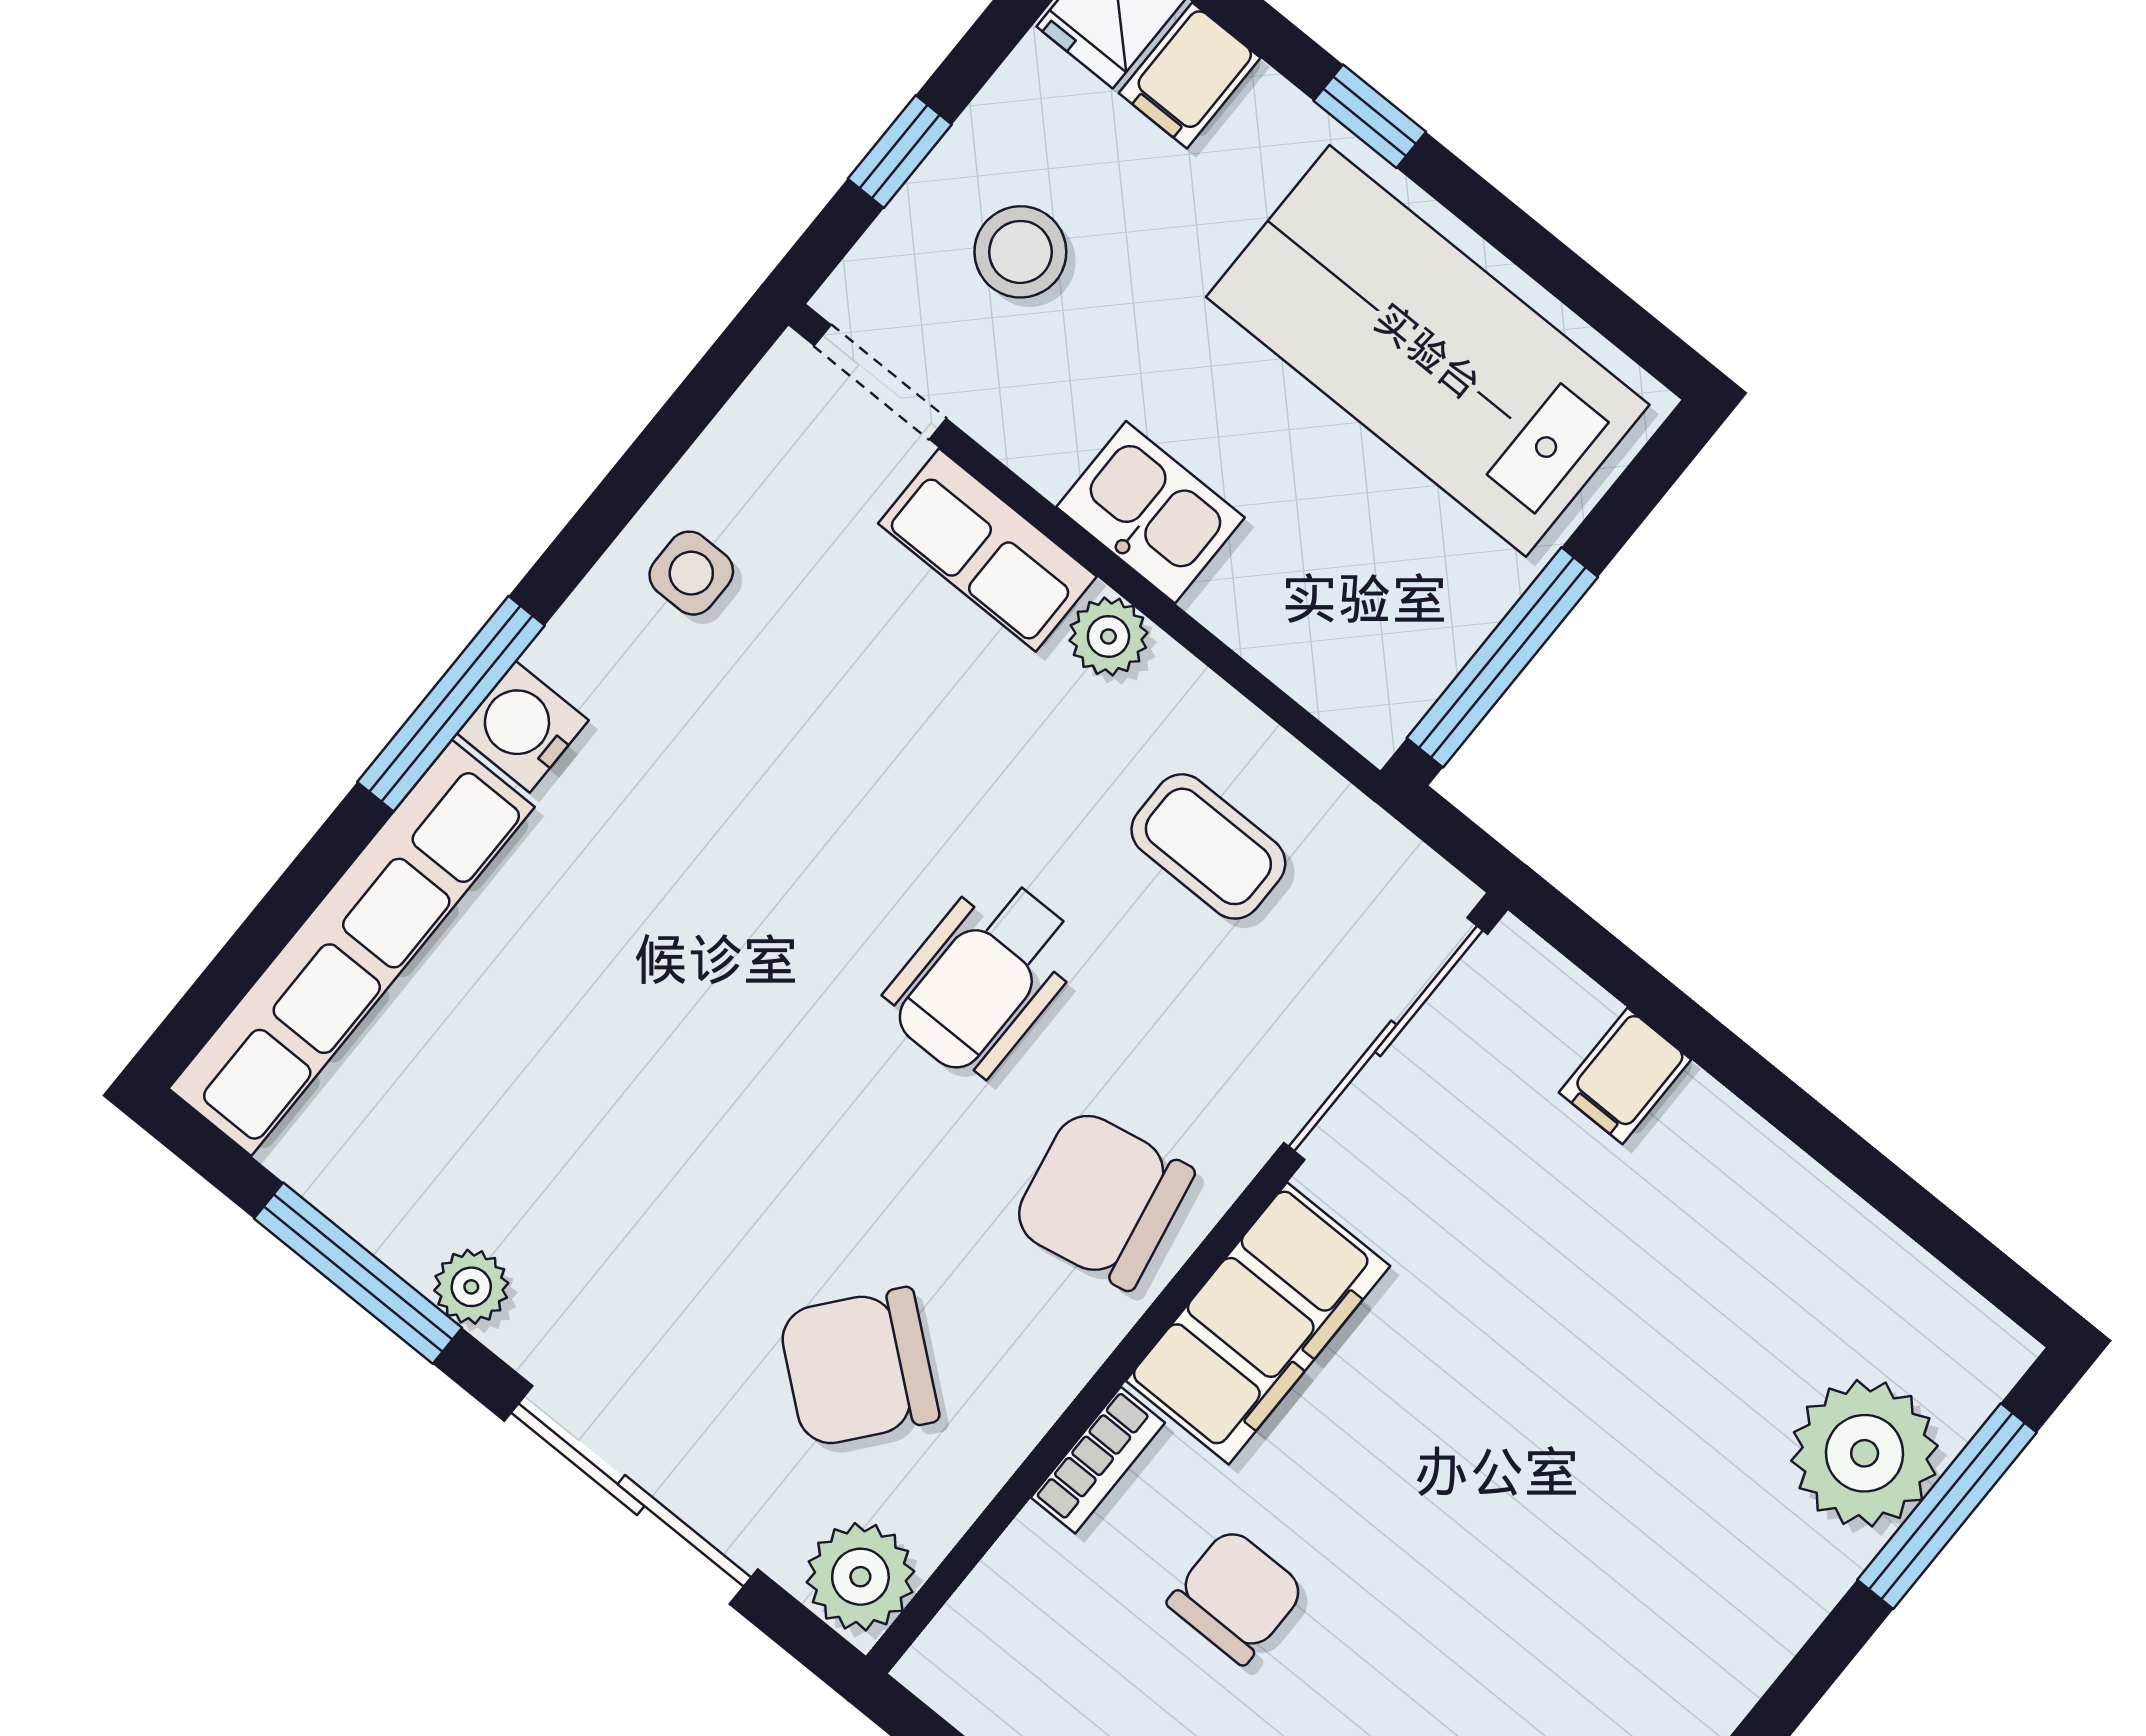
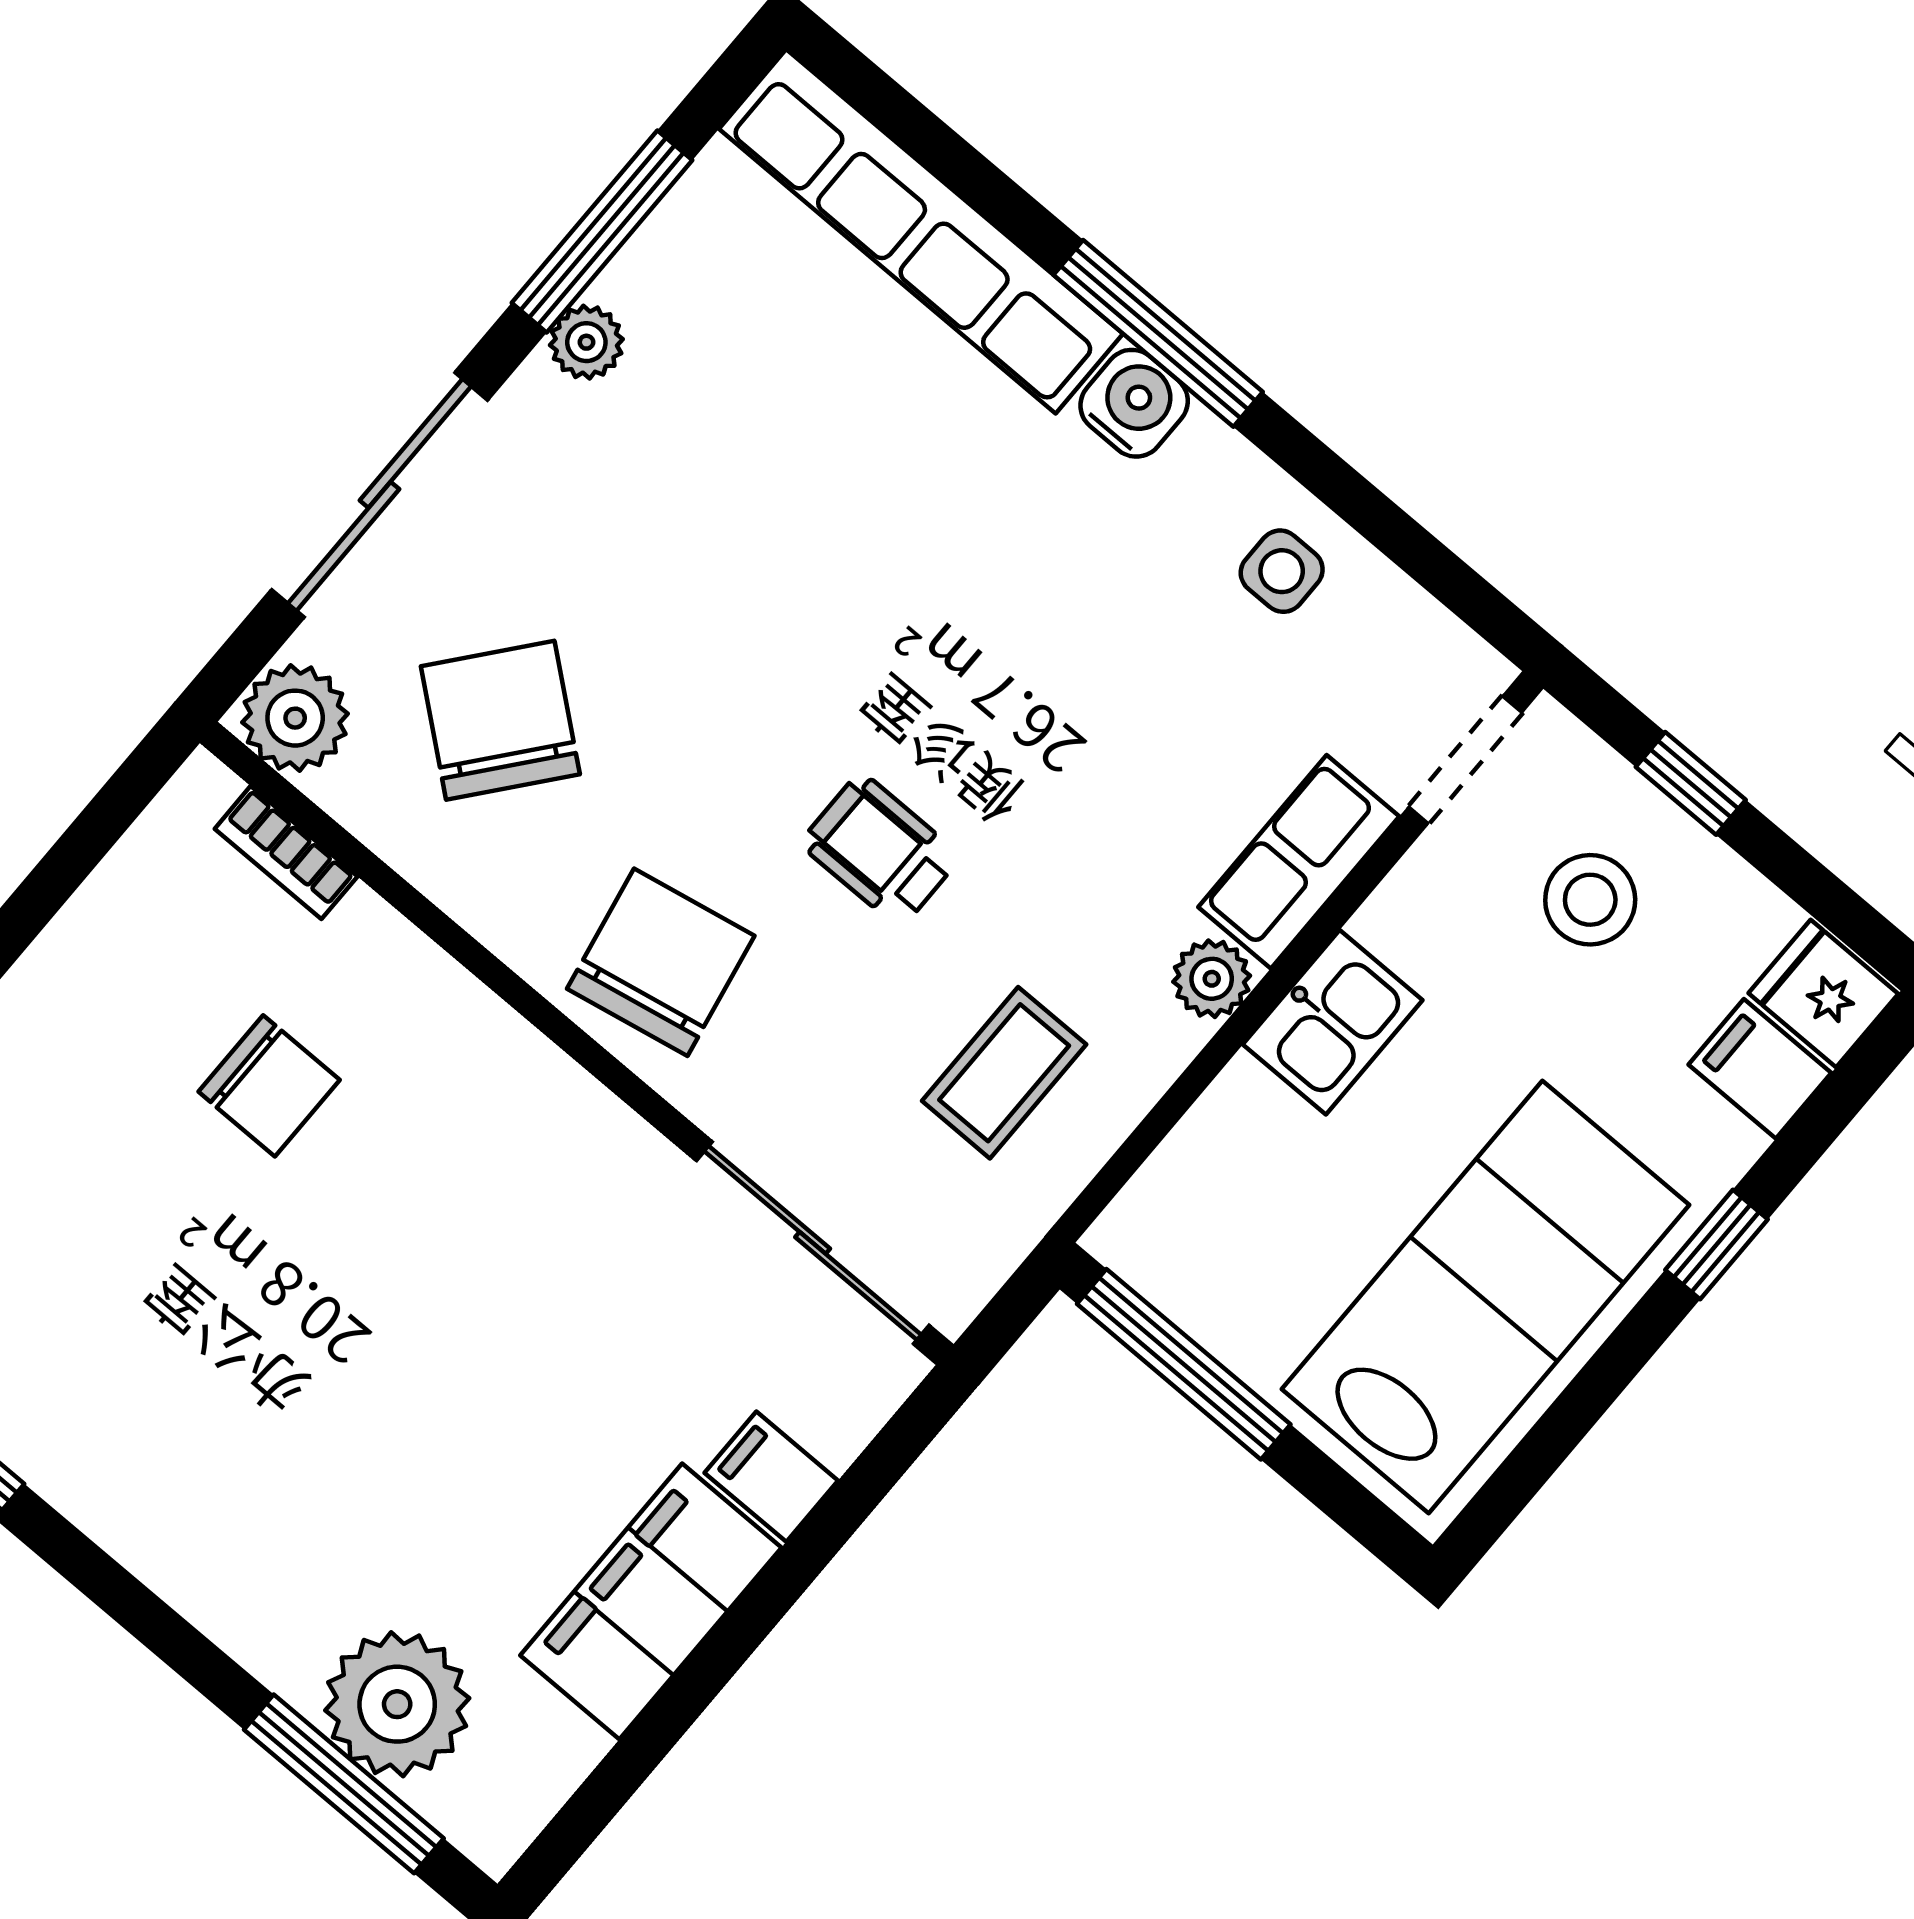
wheelchair: (984, 977) -> (880, 850), width x0.73, depth x0.73
filing cabinet: (1258, 1323) -> (651, 1601), moved, turned 90
bookcase: (1098, 1460) -> (286, 853), moved

